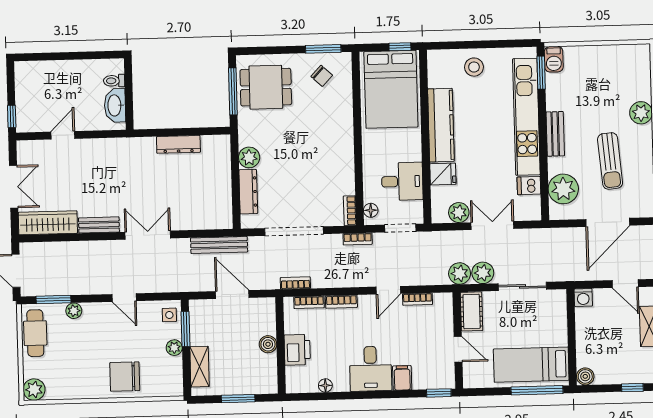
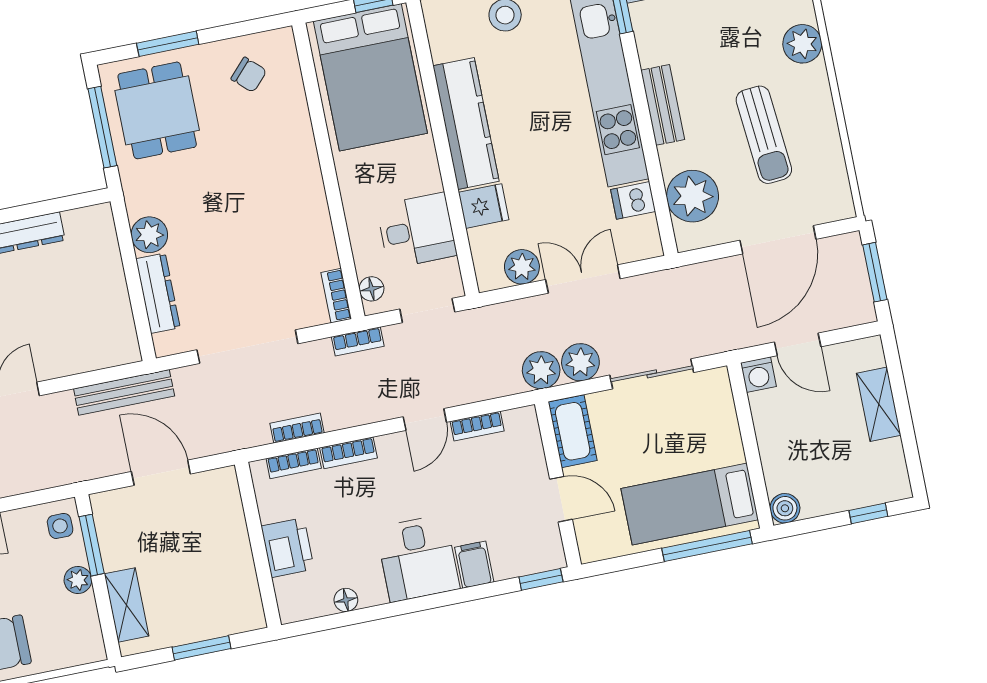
window: (323, 49) -> (168, 44), moved
dining table: (266, 87) -> (157, 110), turned 90
bookcase: (295, 283) -> (297, 428), moved
door: (625, 284) -> (798, 344), moved
boiler: (268, 344) -> (236, 547), removed

